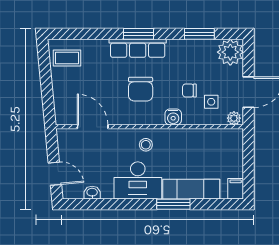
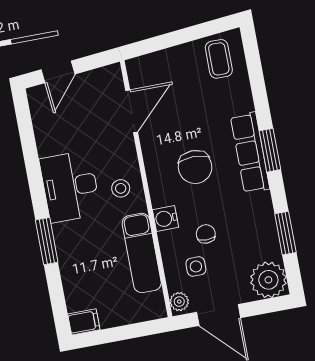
chair: (141, 89) -> (195, 167), turned -90
exam couch: (191, 189) -> (142, 253), moved, turned 180
washbasin: (92, 193) -> (42, 127), removed

